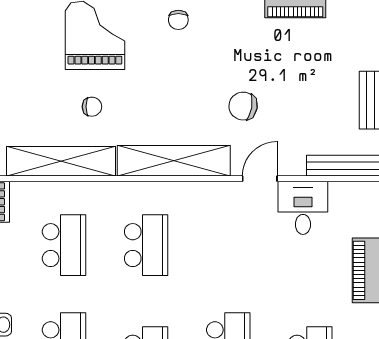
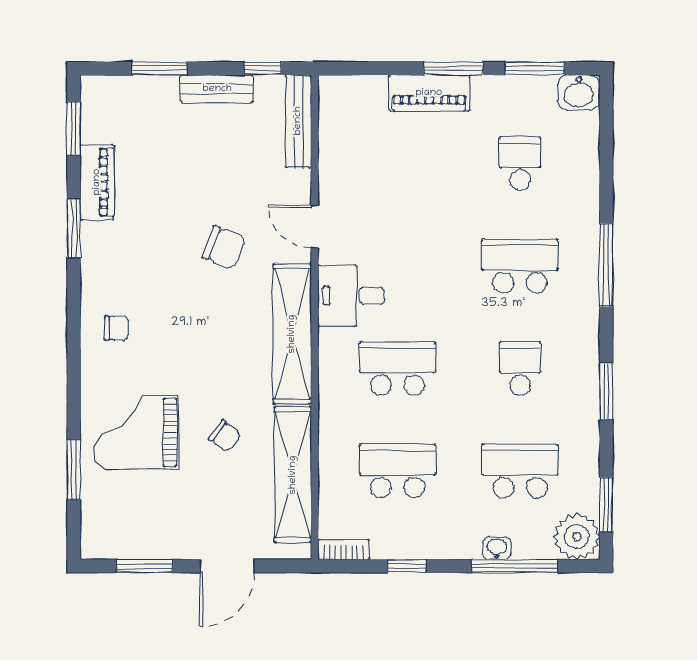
chair: (243, 106) -> (224, 247), turned -79
chair: (92, 107) -> (225, 436), turned 127
desk: (303, 208) -> (351, 296), moved

